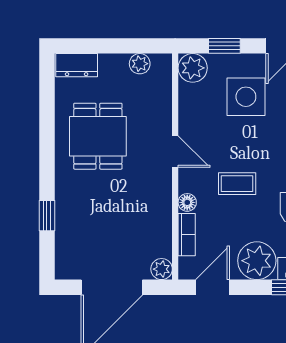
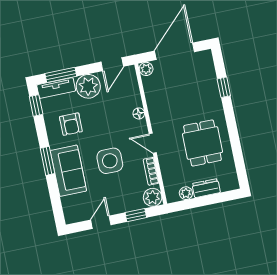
dresser: (77, 65) -> (206, 188), moved
side table: (246, 97) -> (110, 161), moved
coffee table: (237, 184) -> (110, 131), removed
bookcase: (187, 235) -> (151, 171), moved

